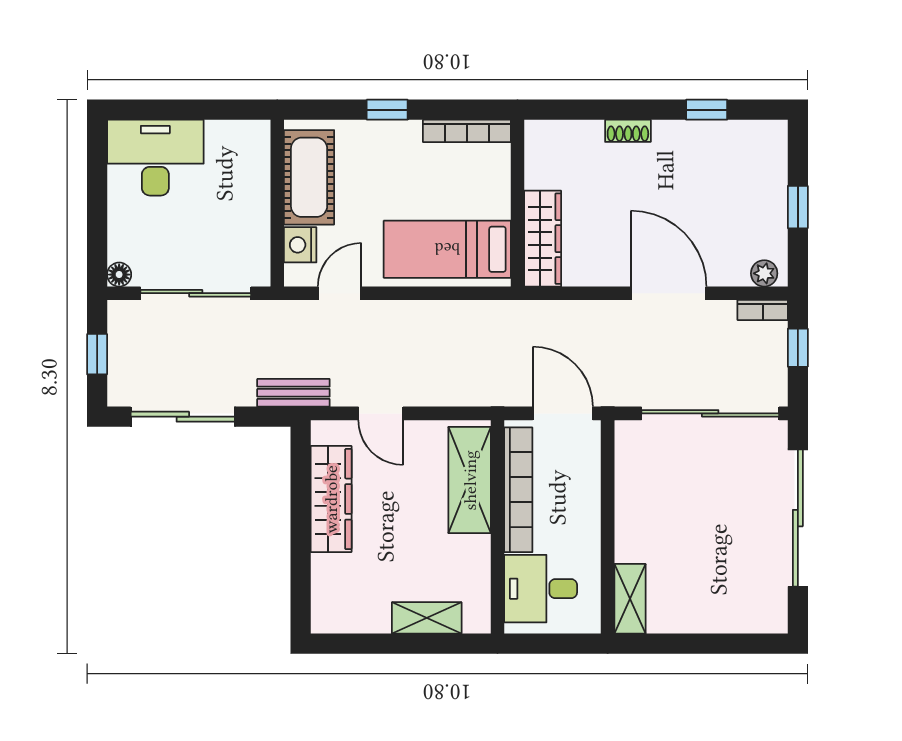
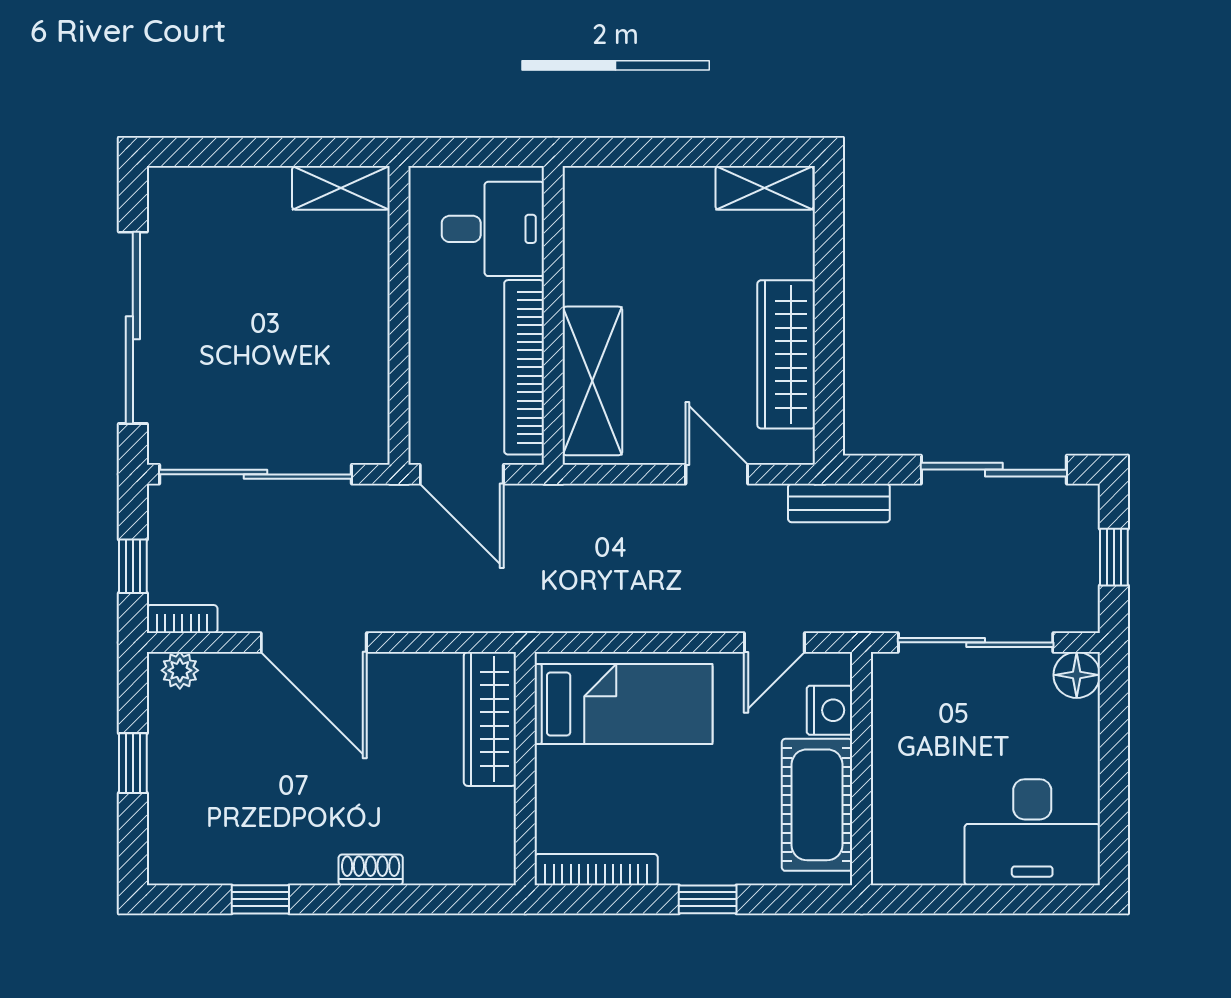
floor lamp: (119, 275) -> (1077, 675), width x1.37, depth x1.37
shelving: (630, 599) -> (341, 188), moved, turned 90
shelving: (427, 618) -> (764, 188), moved

